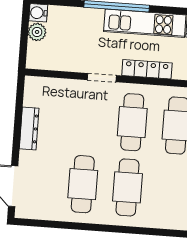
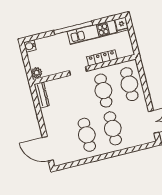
plant: (37, 32) -> (37, 73), moved
dresser: (29, 129) -> (42, 95), moved

